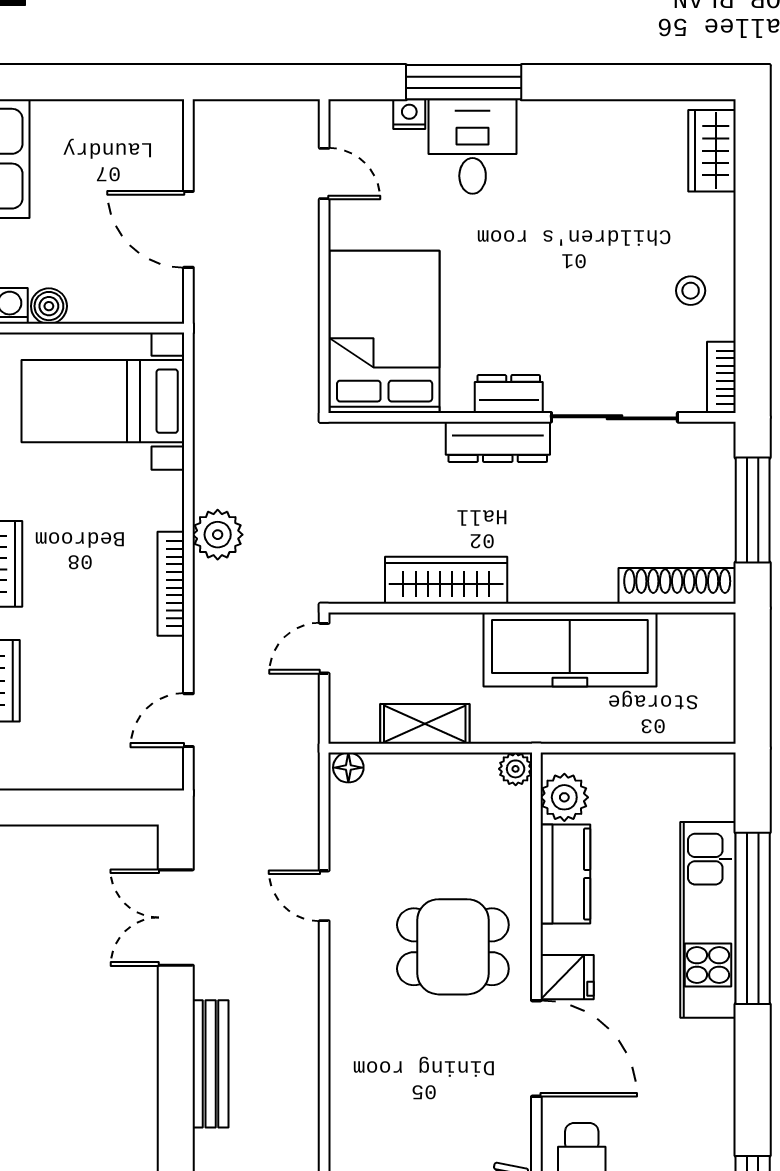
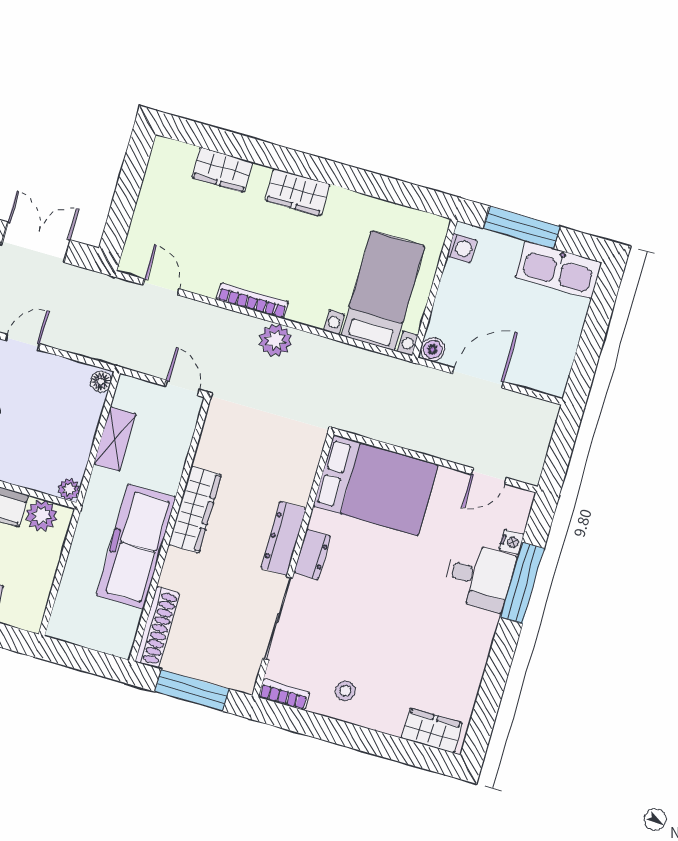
boiler: (49, 306) -> (433, 349), moved
wardrobe: (446, 580) -> (195, 510), moved

